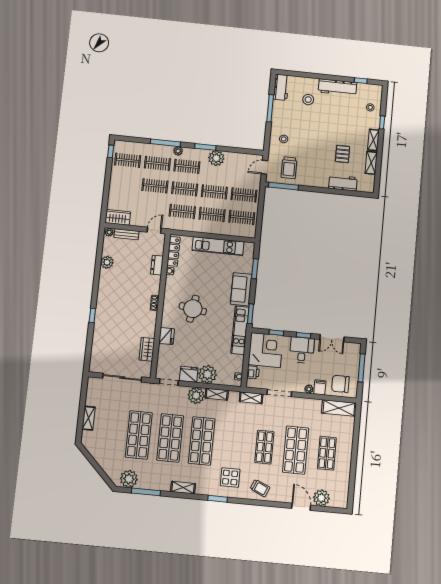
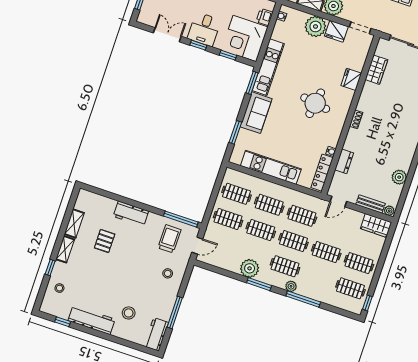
clothes rail: (157, 163) -> (359, 263), moved
workbench: (343, 183) -> (131, 214), moved

